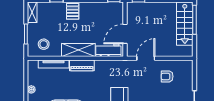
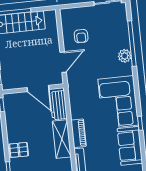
door: (146, 58) -> (63, 62), swing flipped

